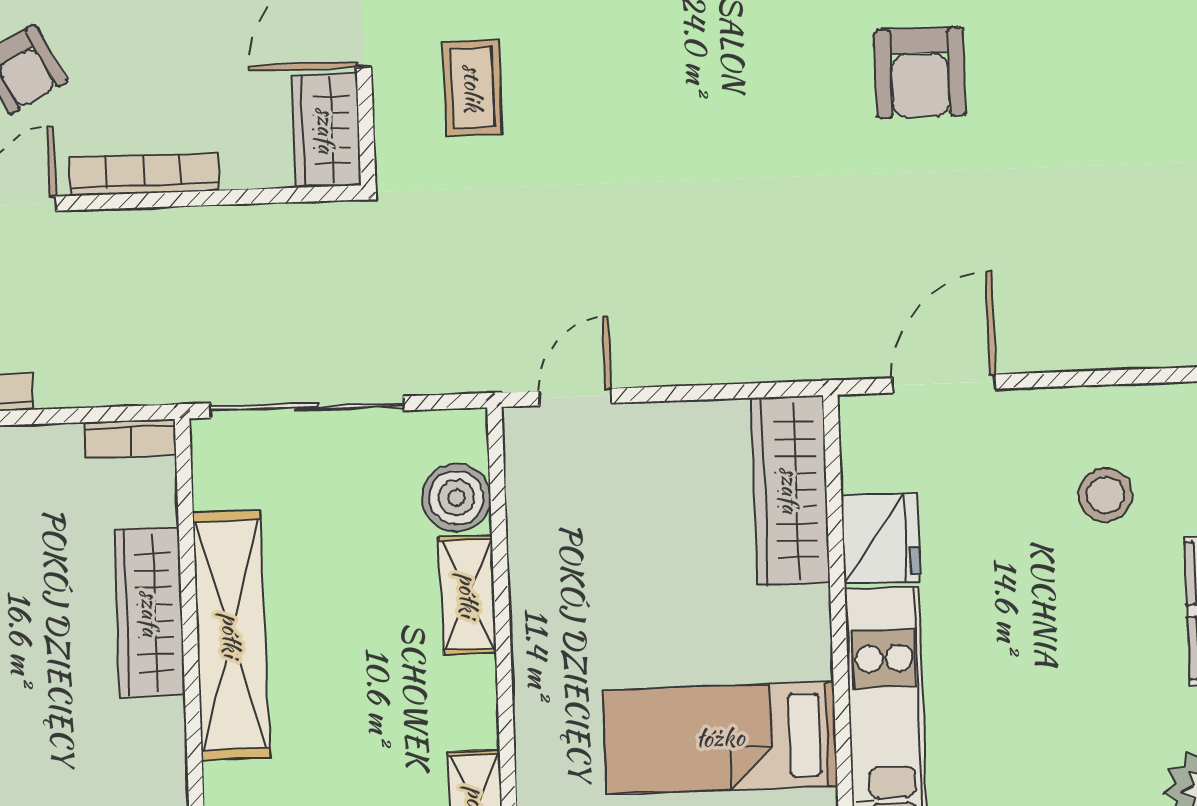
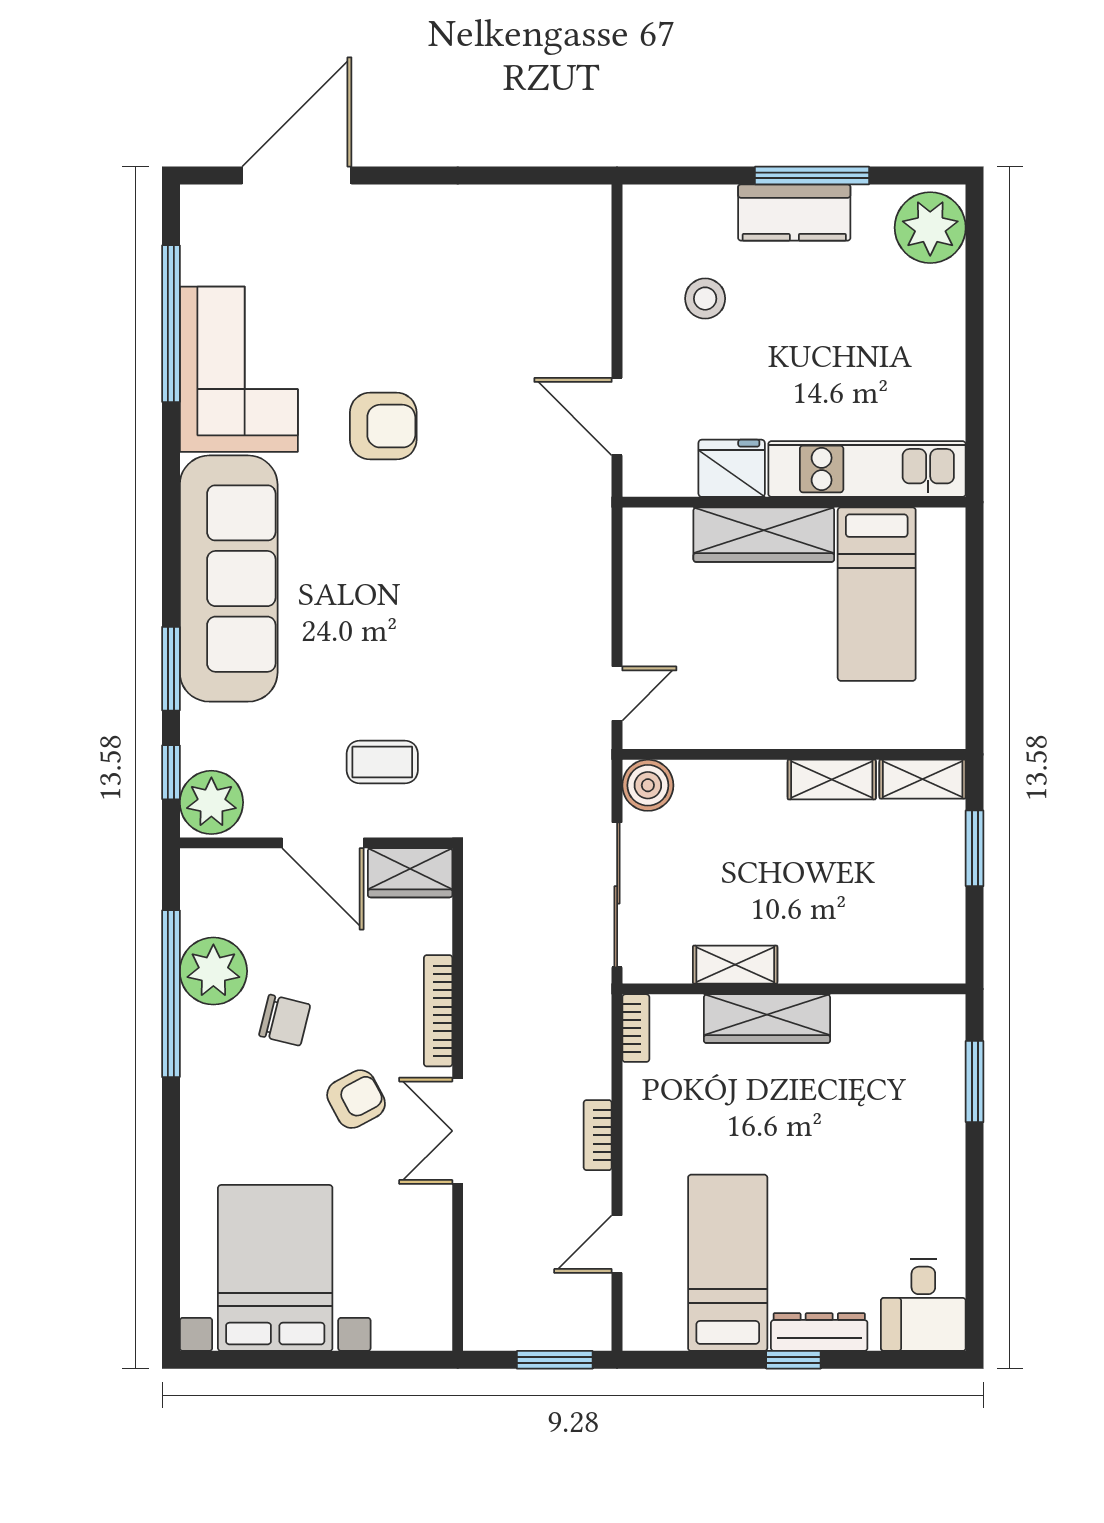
door: (575, 397) -> (617, 694), swing flipped
wardrobe: (790, 490) -> (764, 535), moved
boiler: (457, 497) -> (648, 785), moved
shelving: (468, 595) -> (832, 780), moved
shelving: (231, 635) -> (735, 965), width x0.45, depth x0.75

